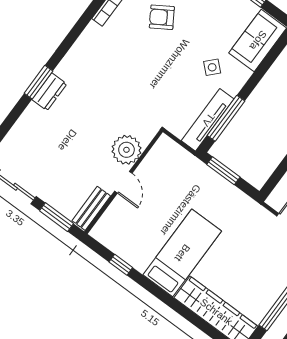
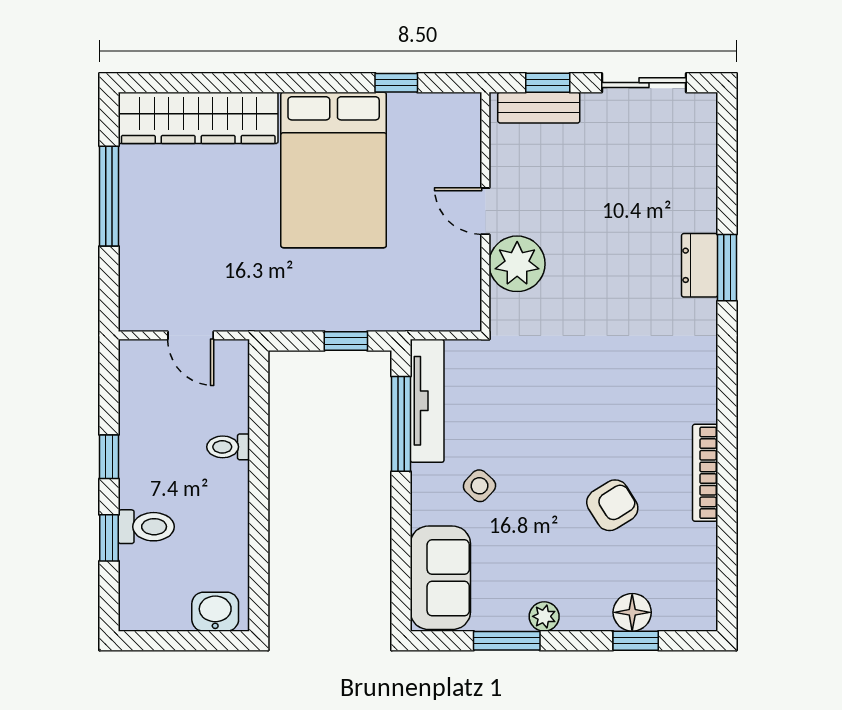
window: (223, 171) -> (346, 341), width x0.67
bench: (91, 208) -> (539, 108), moved, turned 90
window: (56, 217) -> (548, 83), width x0.67
bed: (182, 253) -> (334, 170), width x1.50

